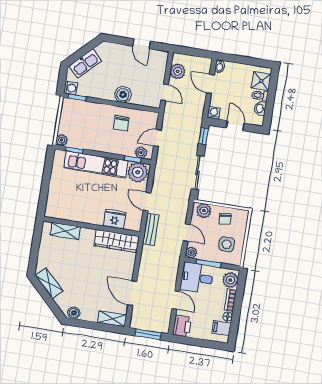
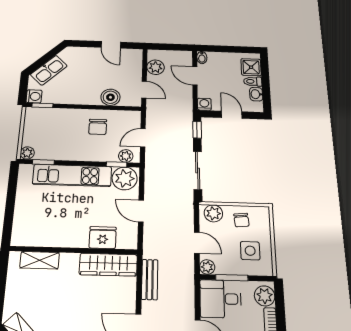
boiler: (123, 95) -> (110, 97), moved
bench: (151, 229) -> (150, 279), moved

